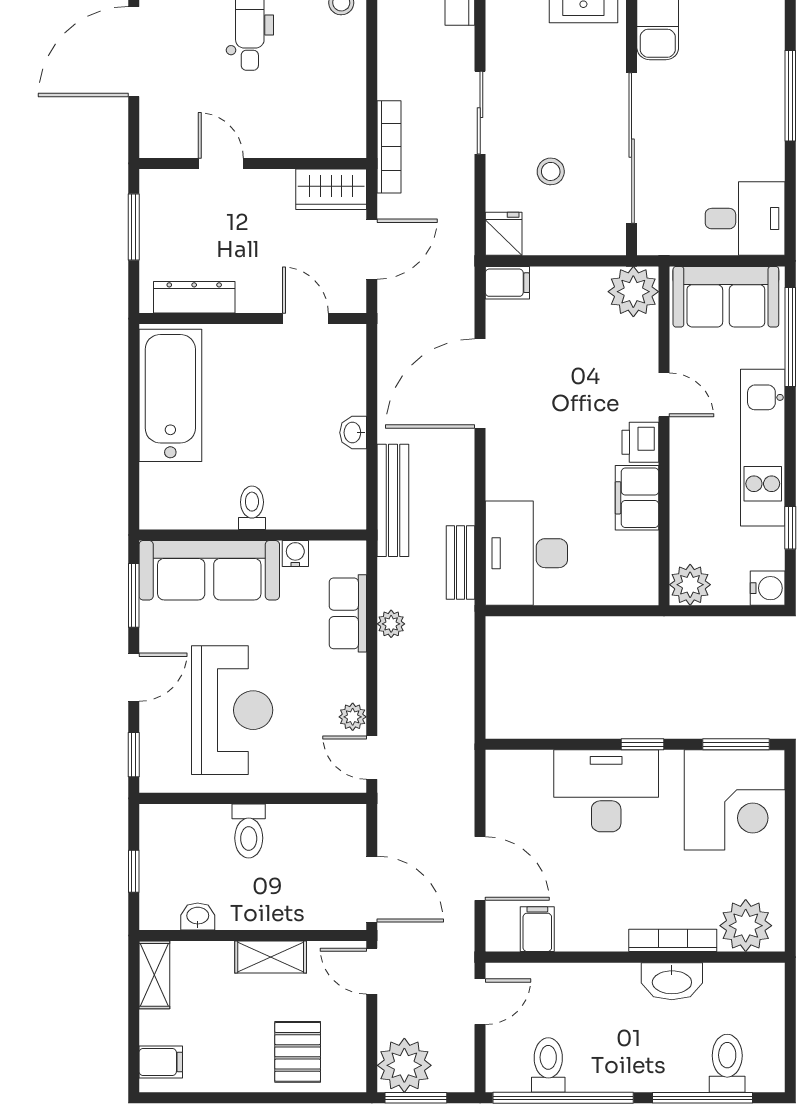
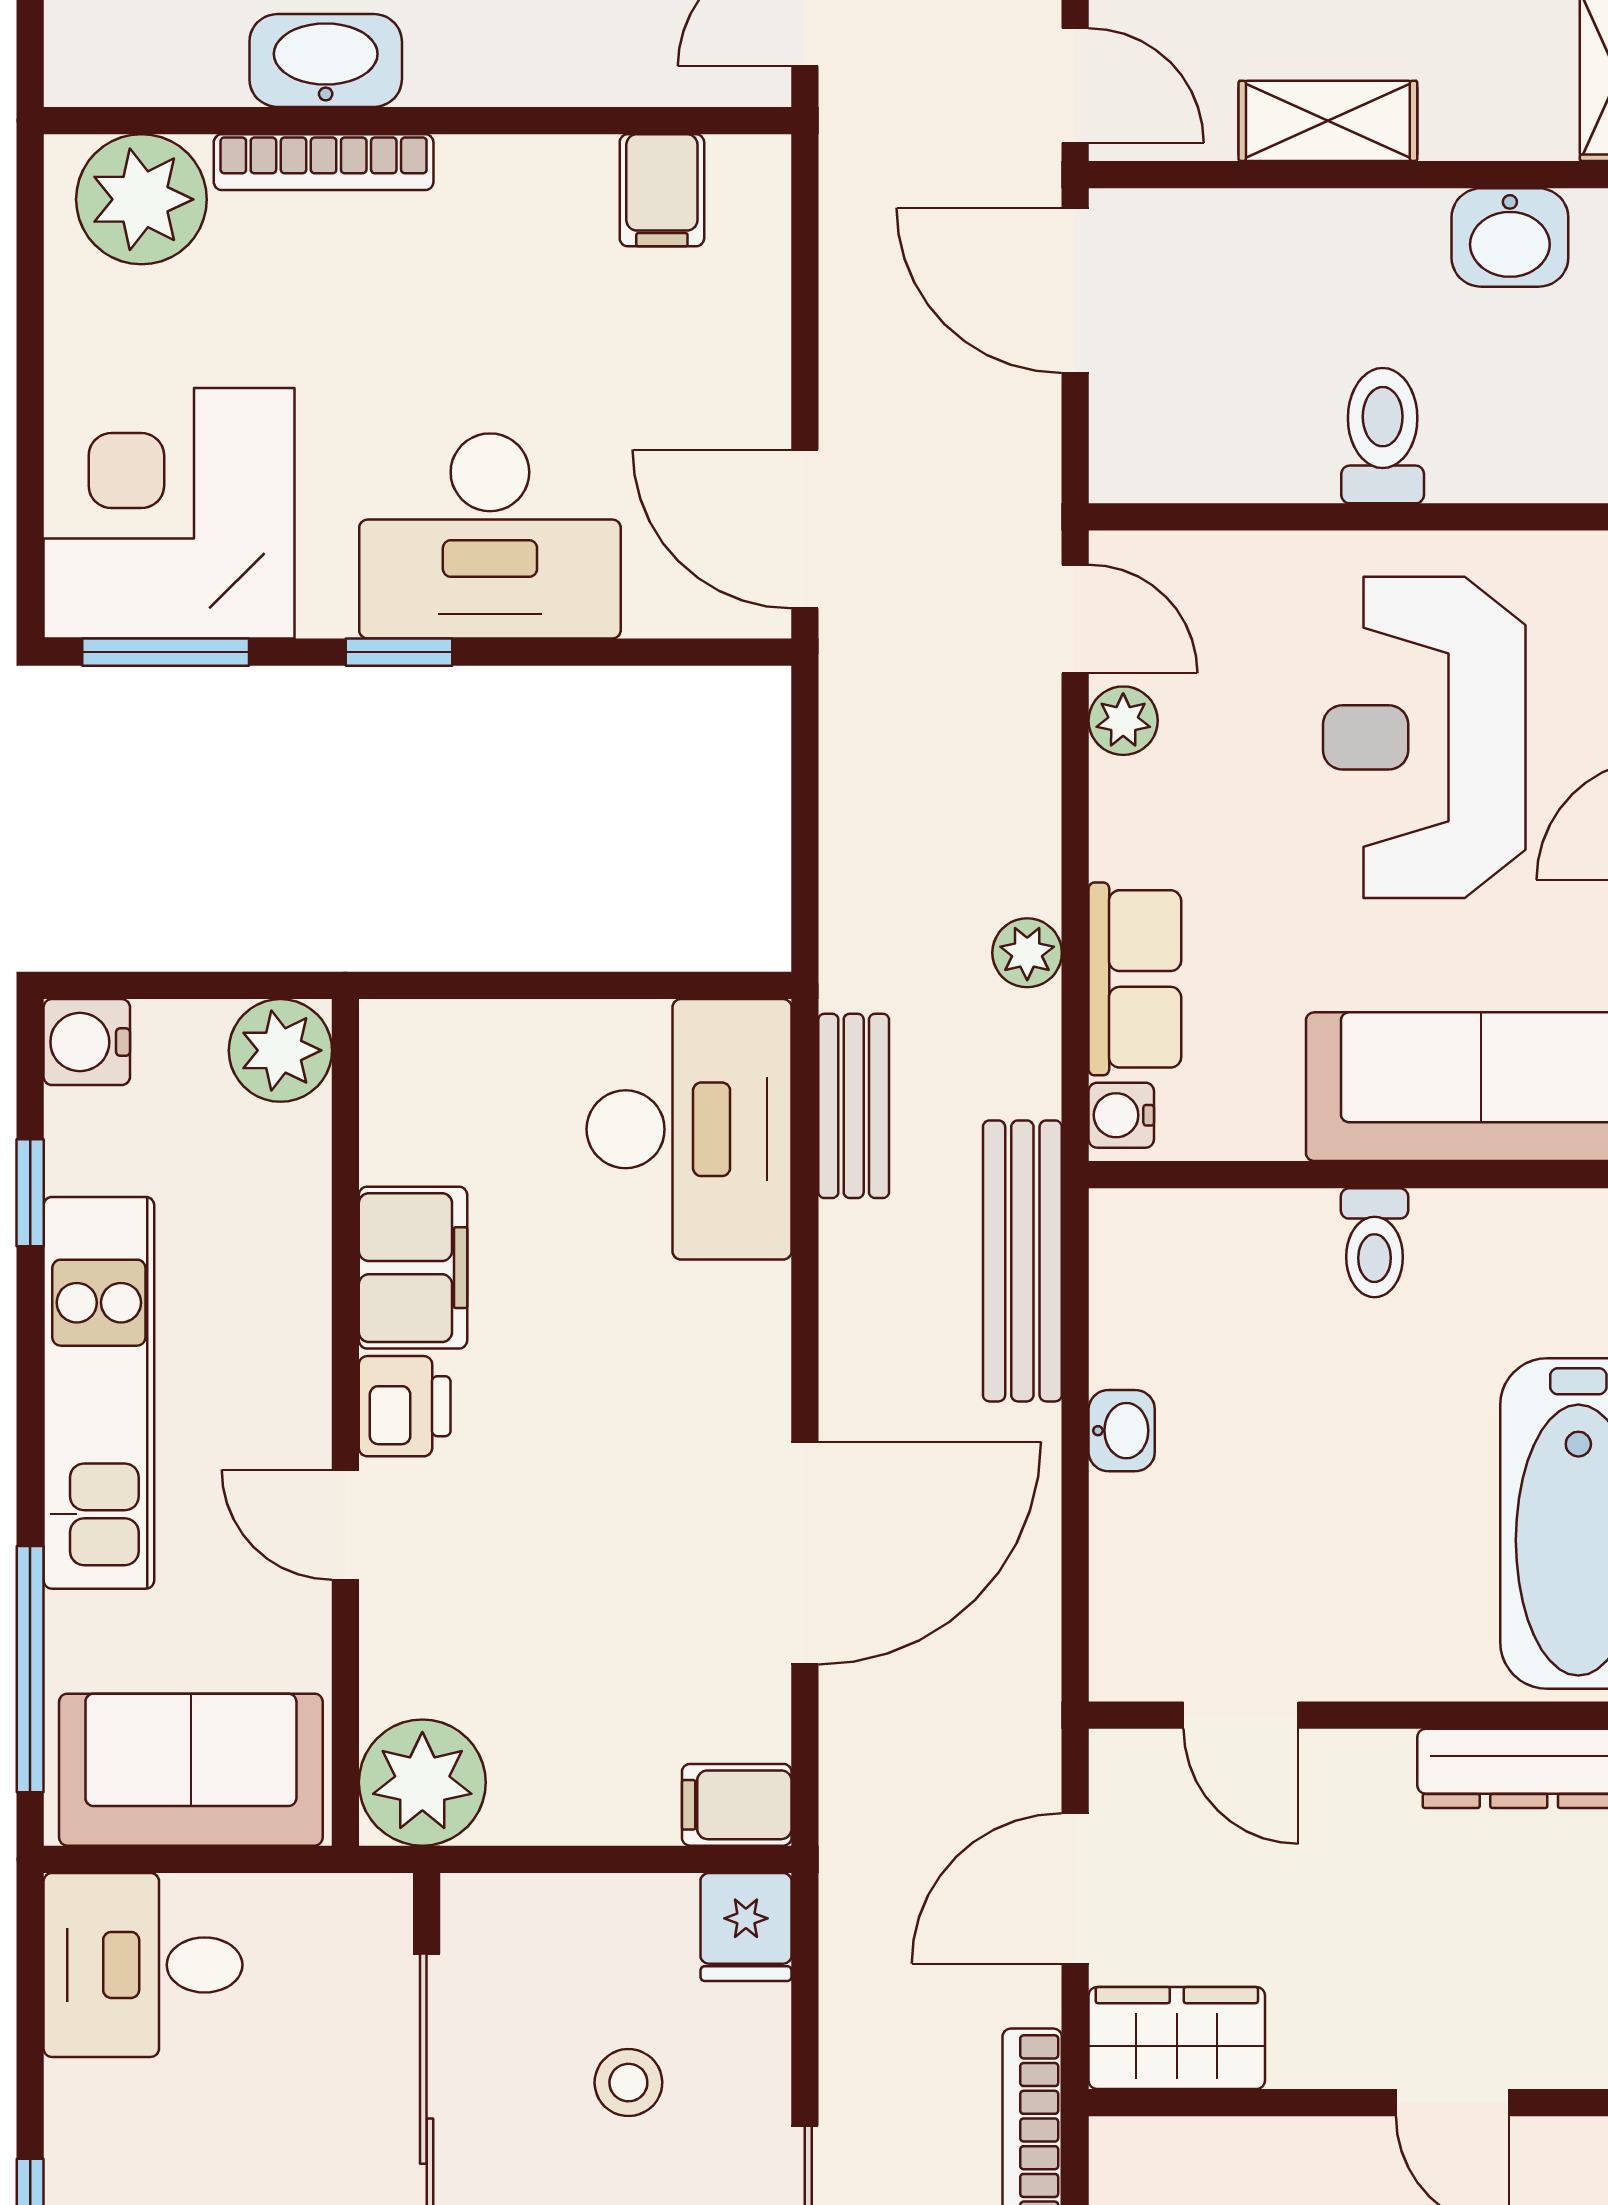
water cooler: (295, 553) -> (1121, 1115), moved, turned 90
door: (480, 869) -> (805, 529), moved
washbasin: (198, 916) -> (1510, 237), width x1.38, depth x1.45

